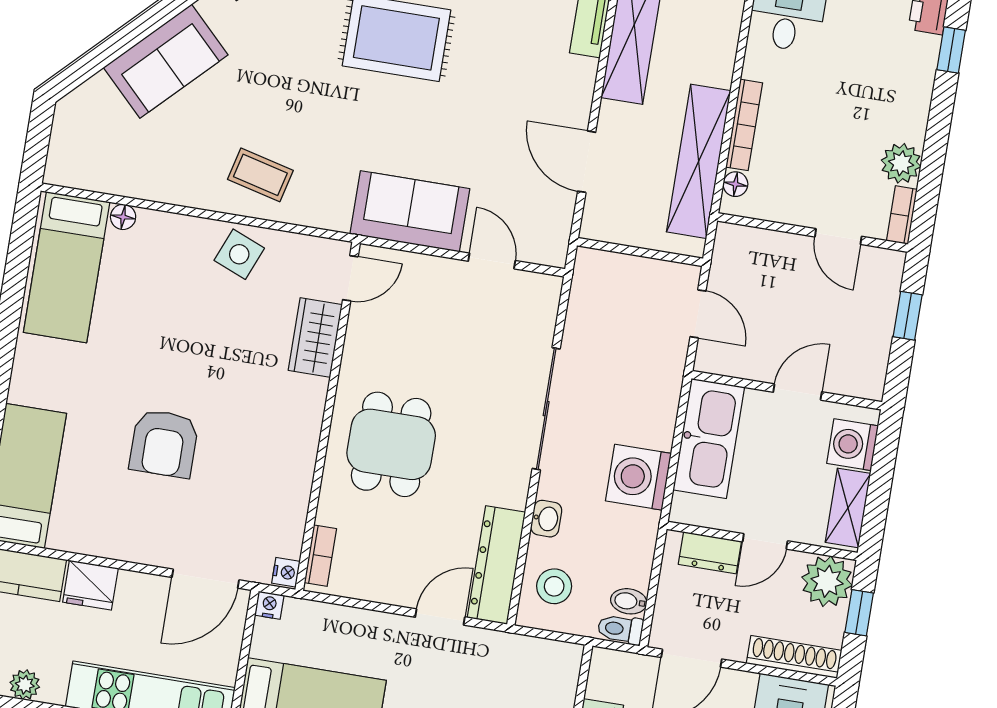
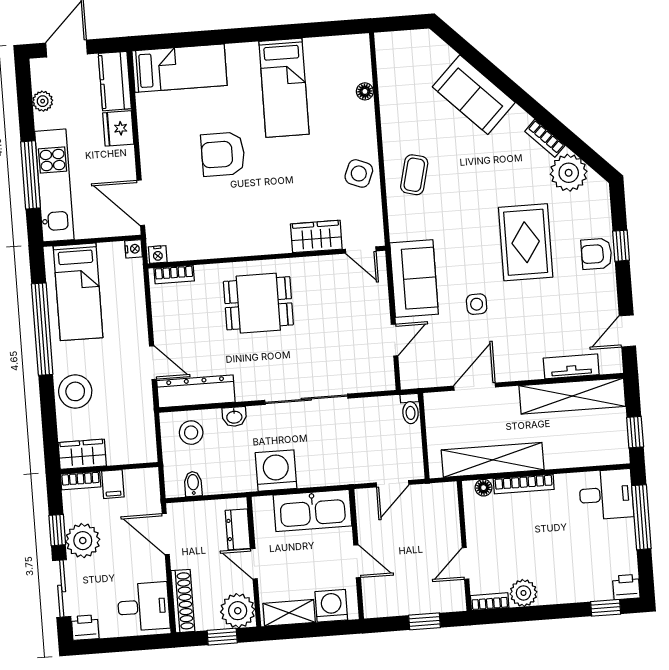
side table: (469, 130) -> (477, 304), added
bed: (67, 267) -> (284, 88), moved, turned -90
toilet: (620, 629) -> (410, 409), moved, turned 180

